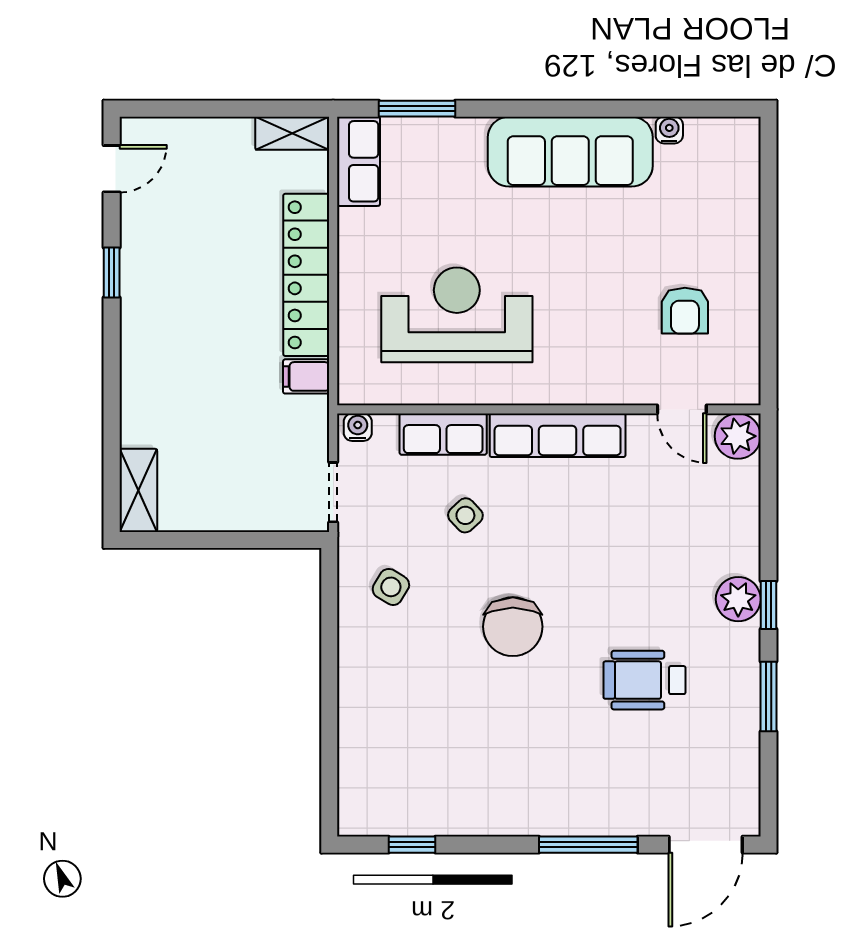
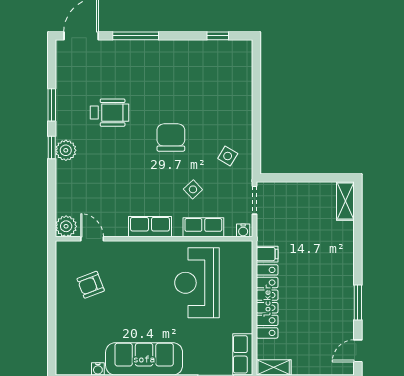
window: (112, 273) -> (358, 302), width x1.50
armchair: (685, 311) -> (91, 285), turned -111
reception desk: (457, 315) -> (197, 283), turned 90
row of seats: (558, 435) -> (150, 227), width x0.68

